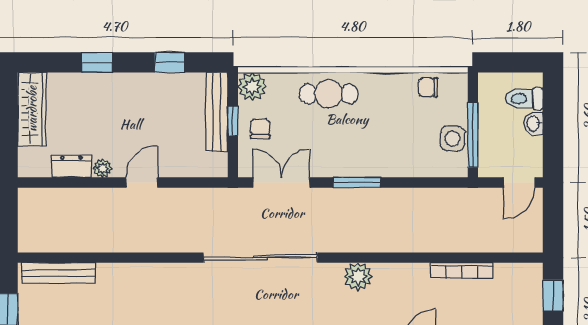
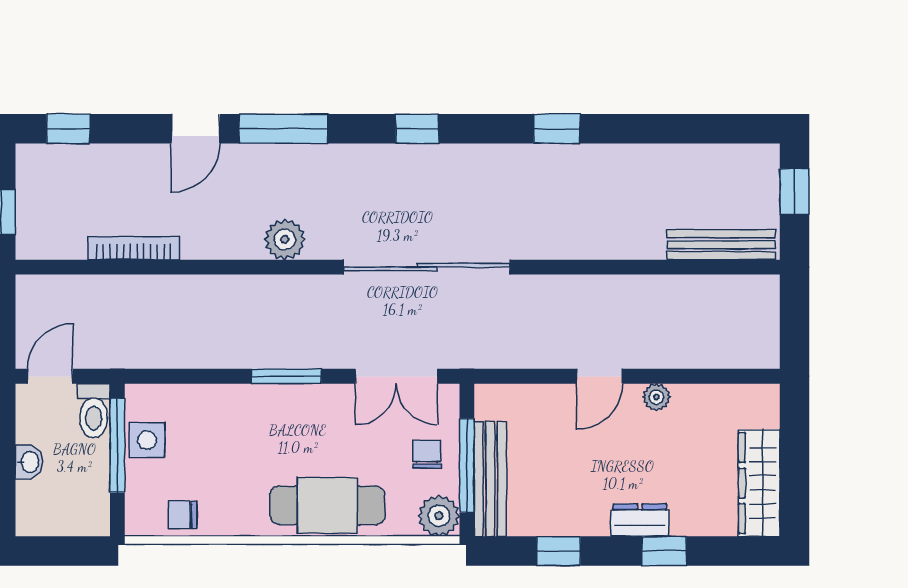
chair: (428, 87) -> (183, 515), turned 180
cafe table: (329, 94) -> (327, 505), width x1.37, depth x1.35
toilet: (524, 99) -> (94, 411), moved, turned 90
window: (233, 121) -> (467, 466), width x2.17
chair: (260, 129) -> (427, 454), turned 180
dresser: (71, 166) -> (640, 520), moved, turned 180

